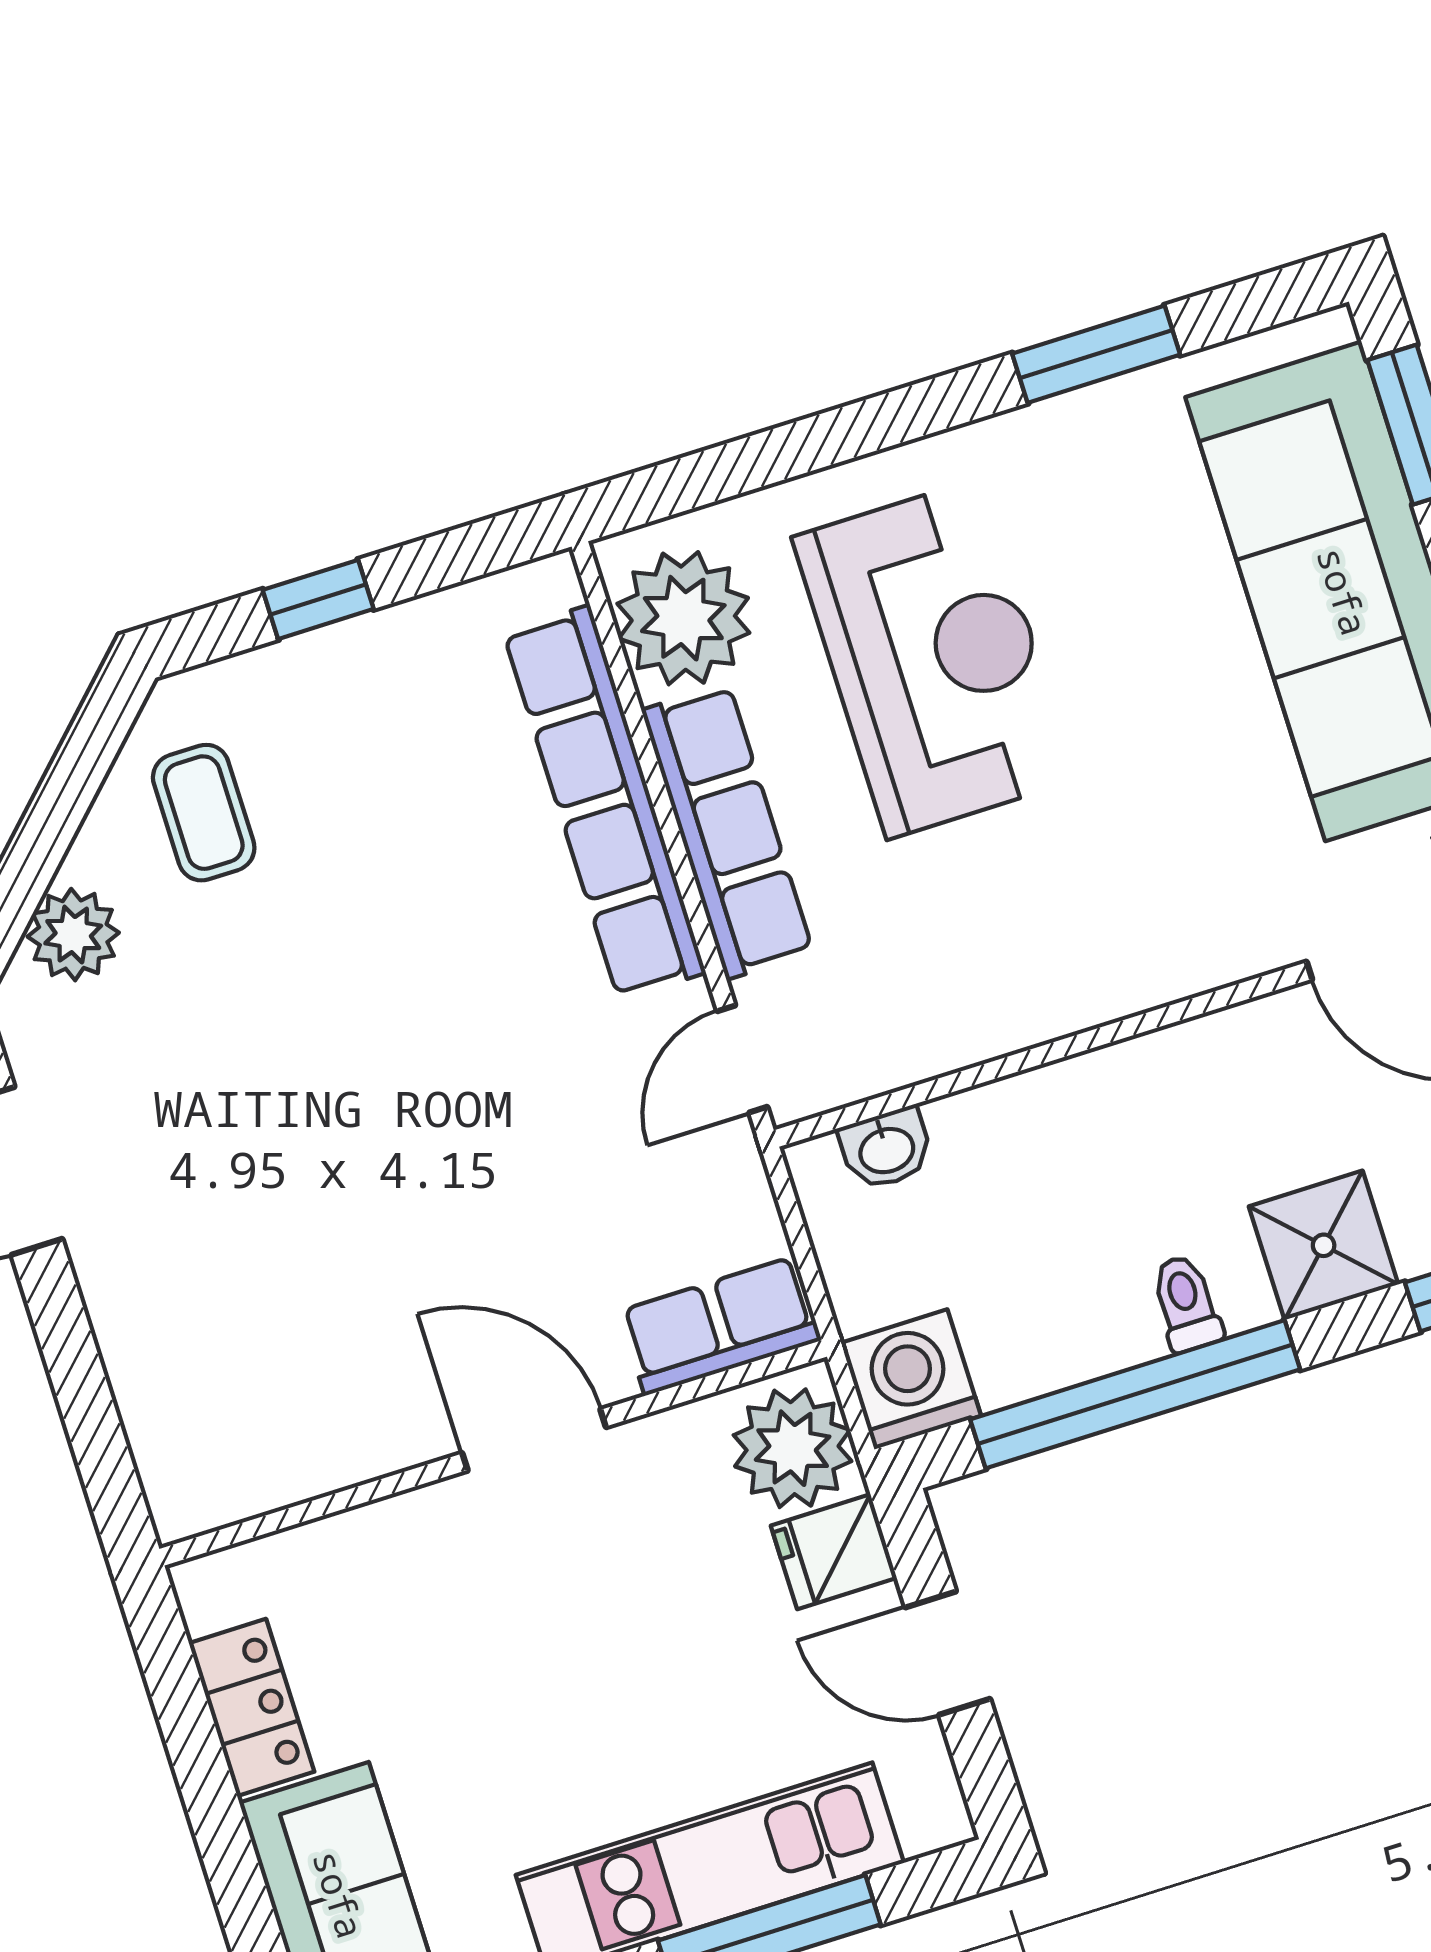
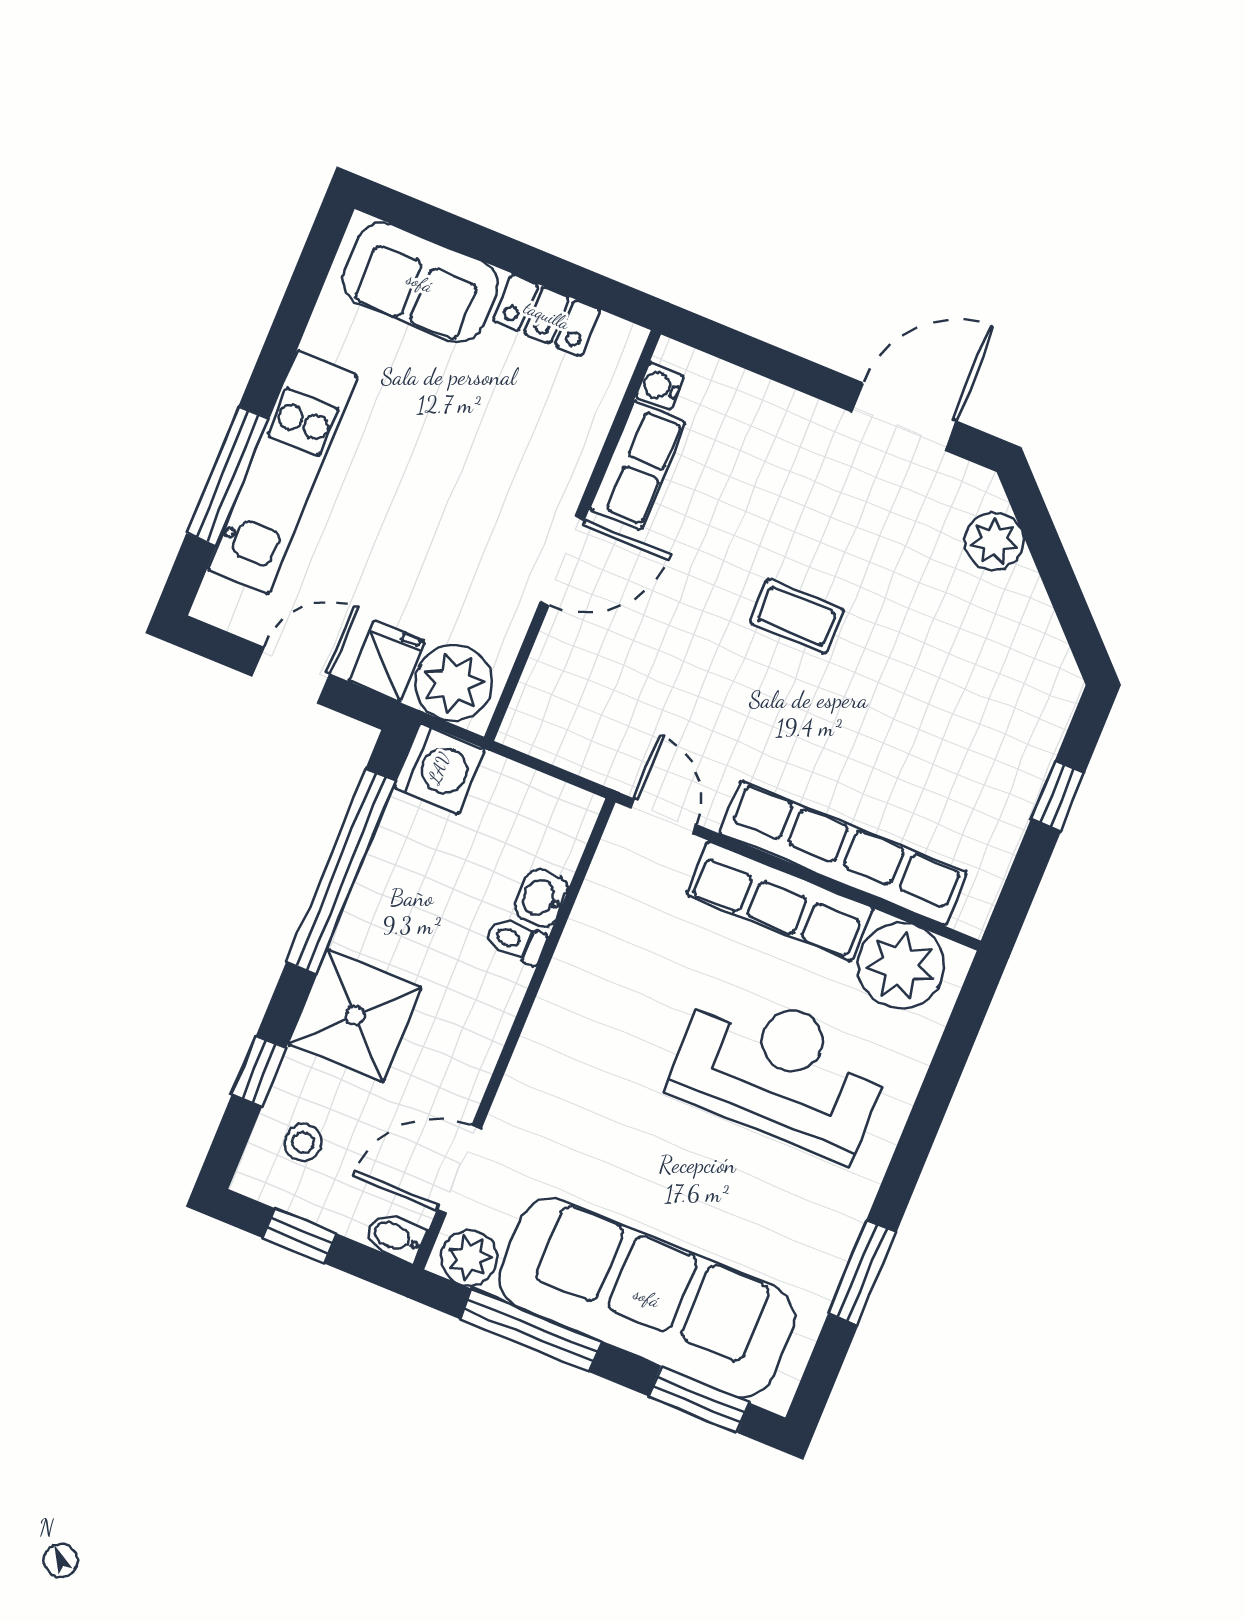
reception desk: (934, 659) -> (780, 1071), turned 180
coffee table: (204, 813) -> (797, 616), moved
washbasin: (886, 1149) -> (541, 898), moved
shower: (1324, 1245) -> (355, 1016), width x1.36, depth x1.36
toilet: (1186, 1303) -> (516, 941), moved, turned 180
row of seats: (720, 1326) -> (637, 465), moved
water cooler: (223, 1498) -> (660, 386), added

